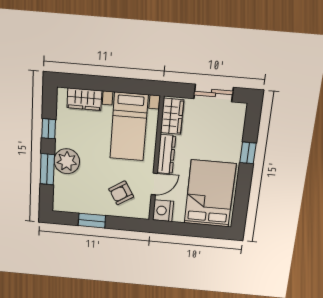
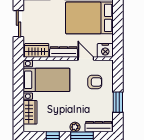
plant: (67, 161) -> (75, 127), width x0.53, depth x0.53
dresser: (60, 193) -> (99, 127), added
armchair: (121, 193) -> (95, 82), turned -58

